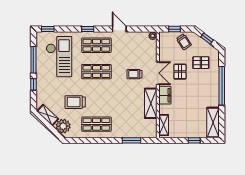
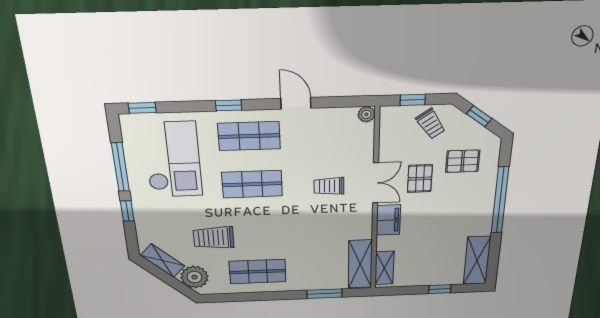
shelving: (151, 103) -> (360, 264), moved

